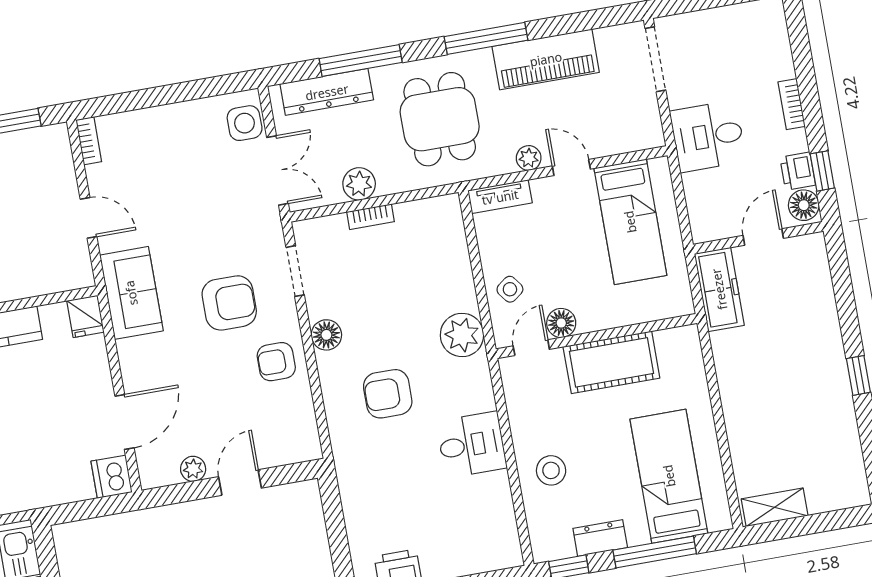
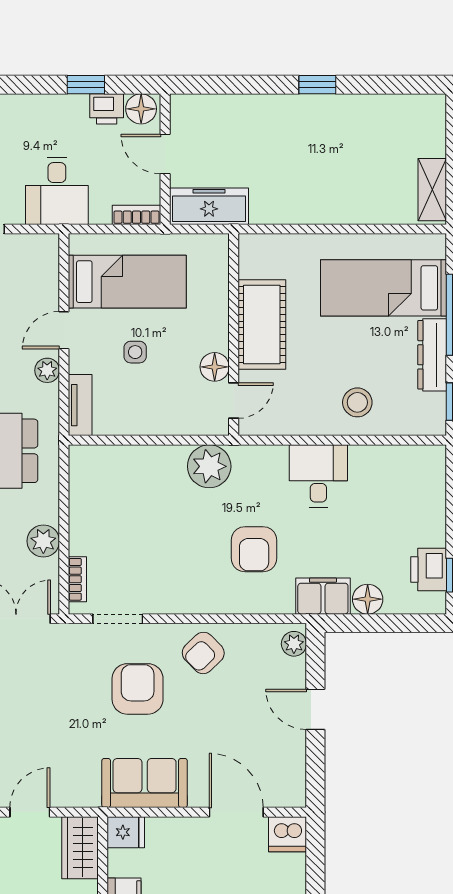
bookcase: (792, 104) -> (136, 215), moved, turned 180
window: (822, 171) -> (86, 85), moved
bookcase: (370, 217) -> (77, 579), moved
wardrobe: (62, 274) -> (80, 848), added
side table: (510, 289) -> (135, 352), moved, turned 37
sofa: (131, 293) -> (145, 783), moved
floor lamp: (326, 335) -> (368, 599), moved
door: (531, 348) -> (234, 401), swing flipped
armchair: (276, 362) -> (203, 653), turned 46
plant: (193, 469) -> (294, 644), moved
filing cabinet: (353, 470) -> (323, 596), added
dresser: (600, 538) -> (432, 355), width x1.44

